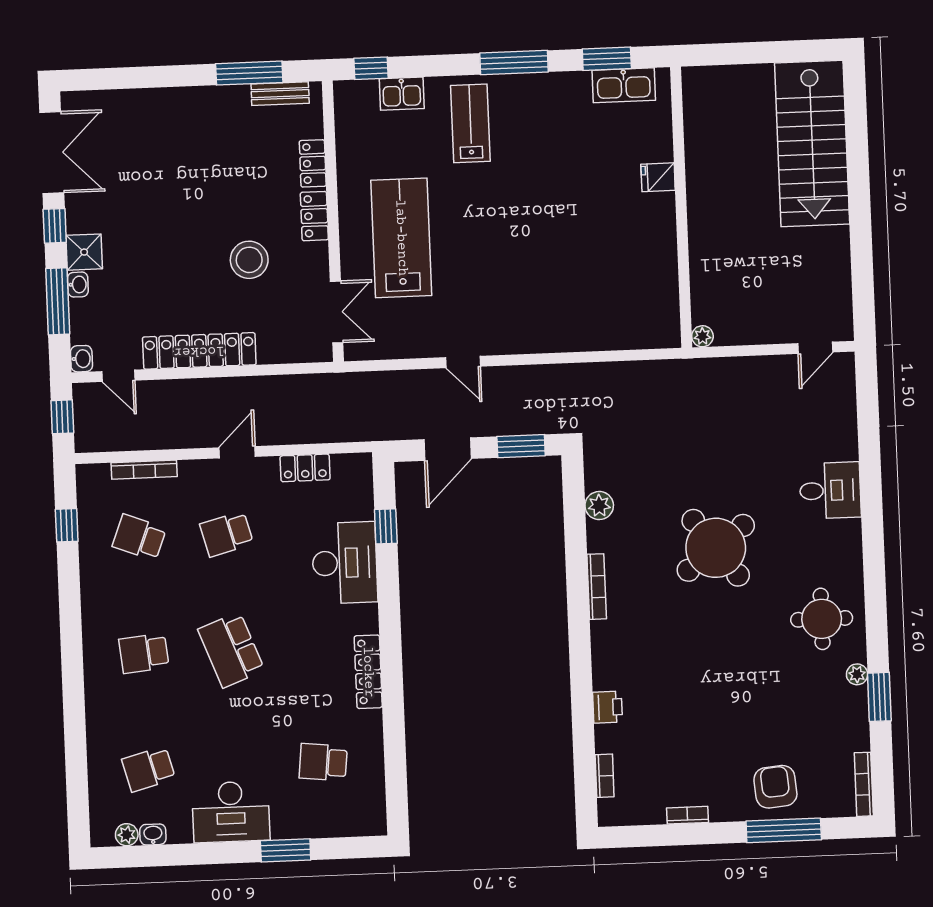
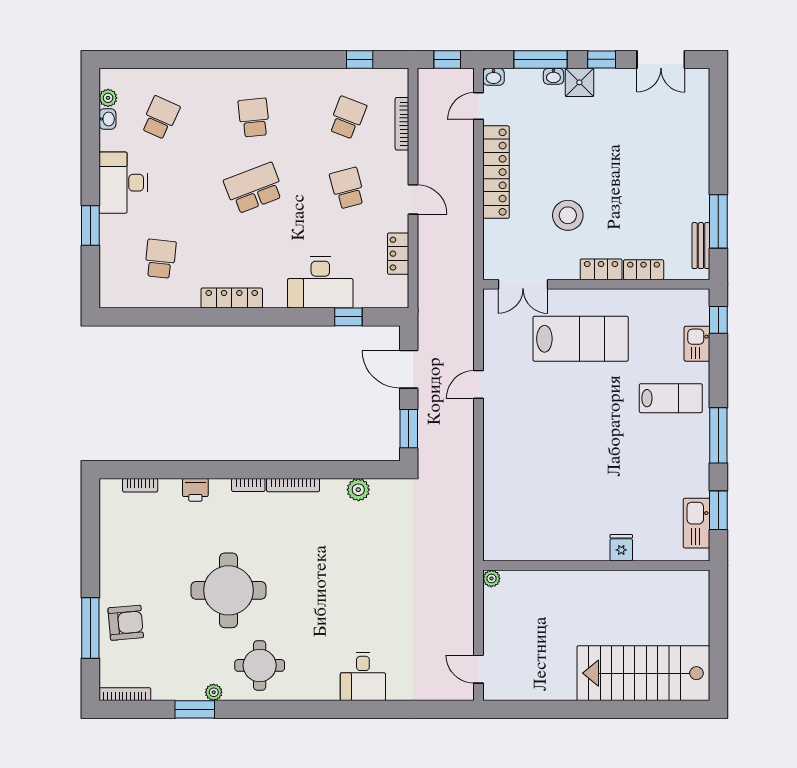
double door: (52, 153) -> (661, 59), width x0.73
round table: (716, 548) -> (229, 590), moved, turned 37
school desk: (149, 769) -> (160, 118), turned 39
bookcase: (687, 815) -> (248, 485), moved, turned 90

